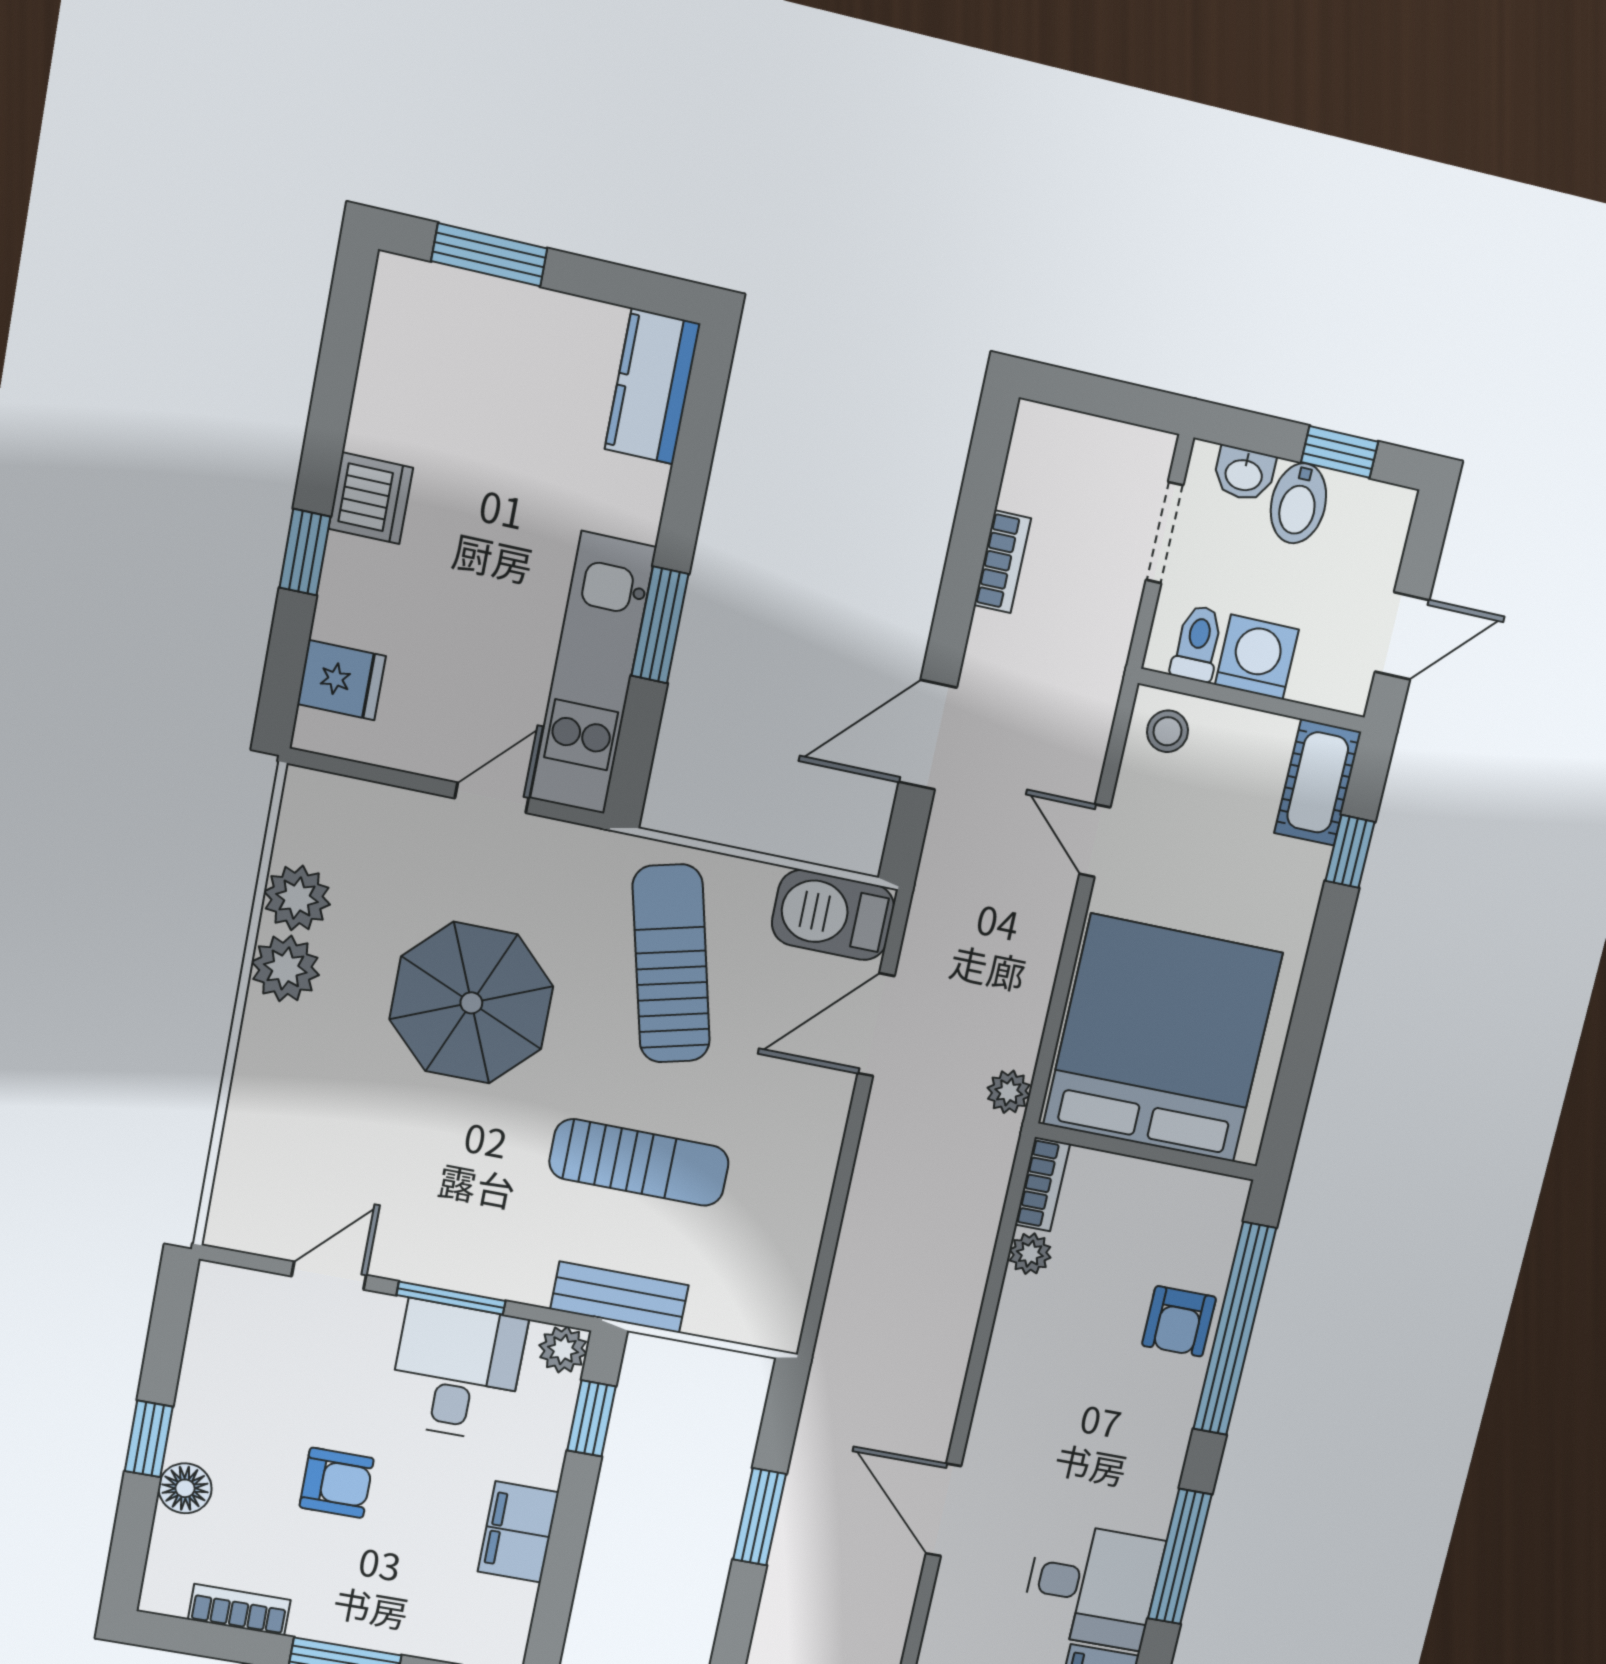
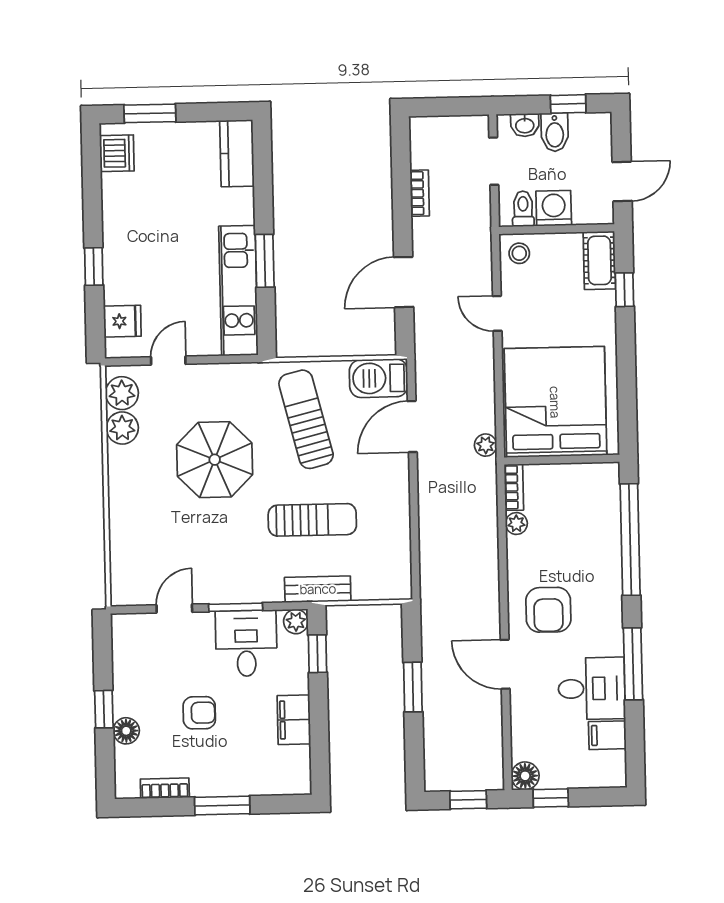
dishwasher: (371, 498) -> (117, 153), moved
door: (492, 798) -> (168, 361), moved
plant: (285, 968) -> (122, 393), moved
armchair: (1179, 1321) -> (548, 610), moved, width x1.38, depth x1.38

